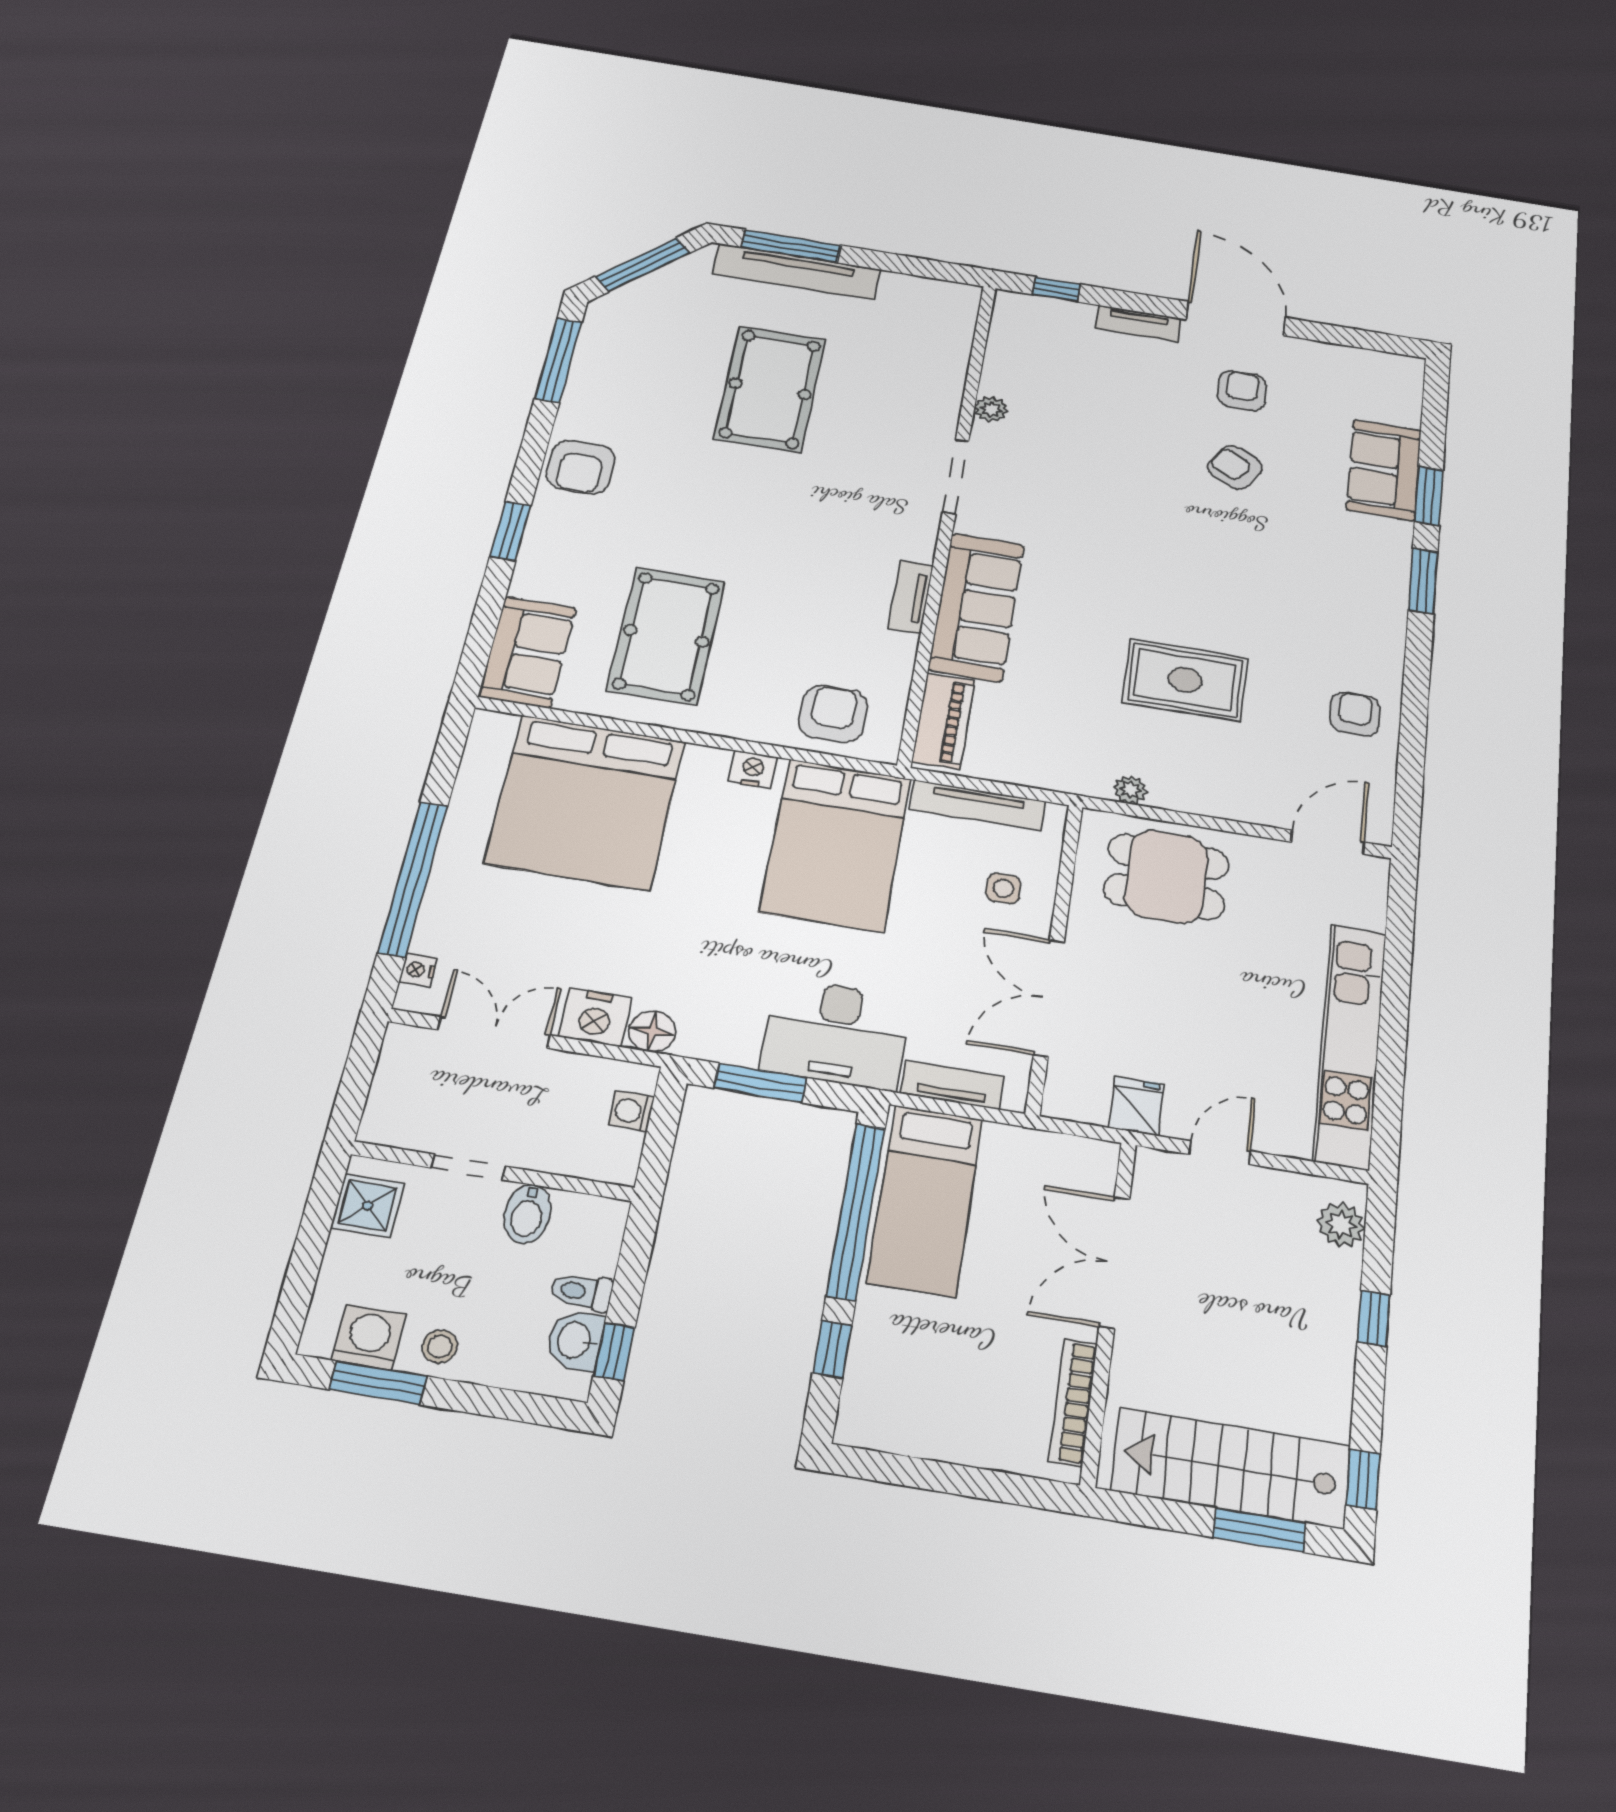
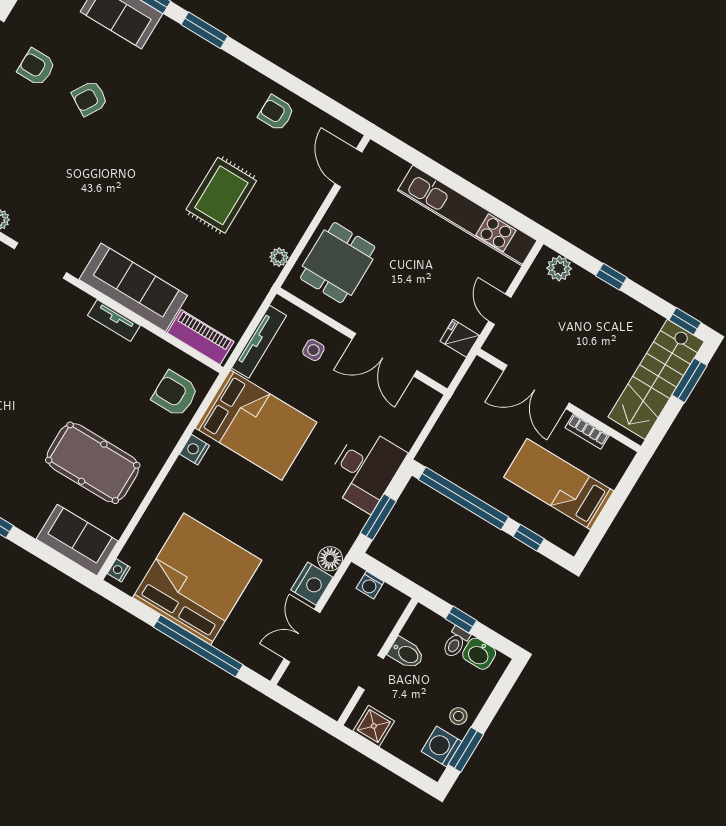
bed: (585, 802) -> (197, 579), moved, turned -90
nightstand: (418, 970) -> (119, 570), moved, turned 90
tv unit: (952, 1085) -> (414, 424), removed
bed: (925, 1200) -> (559, 484), moved, turned 180
window: (614, 1352) -> (461, 620), moved
bookcase: (1073, 1402) -> (587, 432), width x0.64

